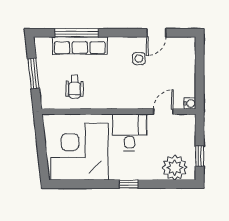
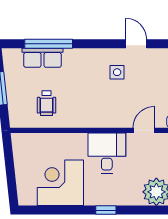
door: (156, 33) -> (136, 44), swing flipped
row of seats: (80, 45) -> (42, 58), width x0.68
corner desk: (80, 152) -> (60, 183), width x0.74, depth x0.74

